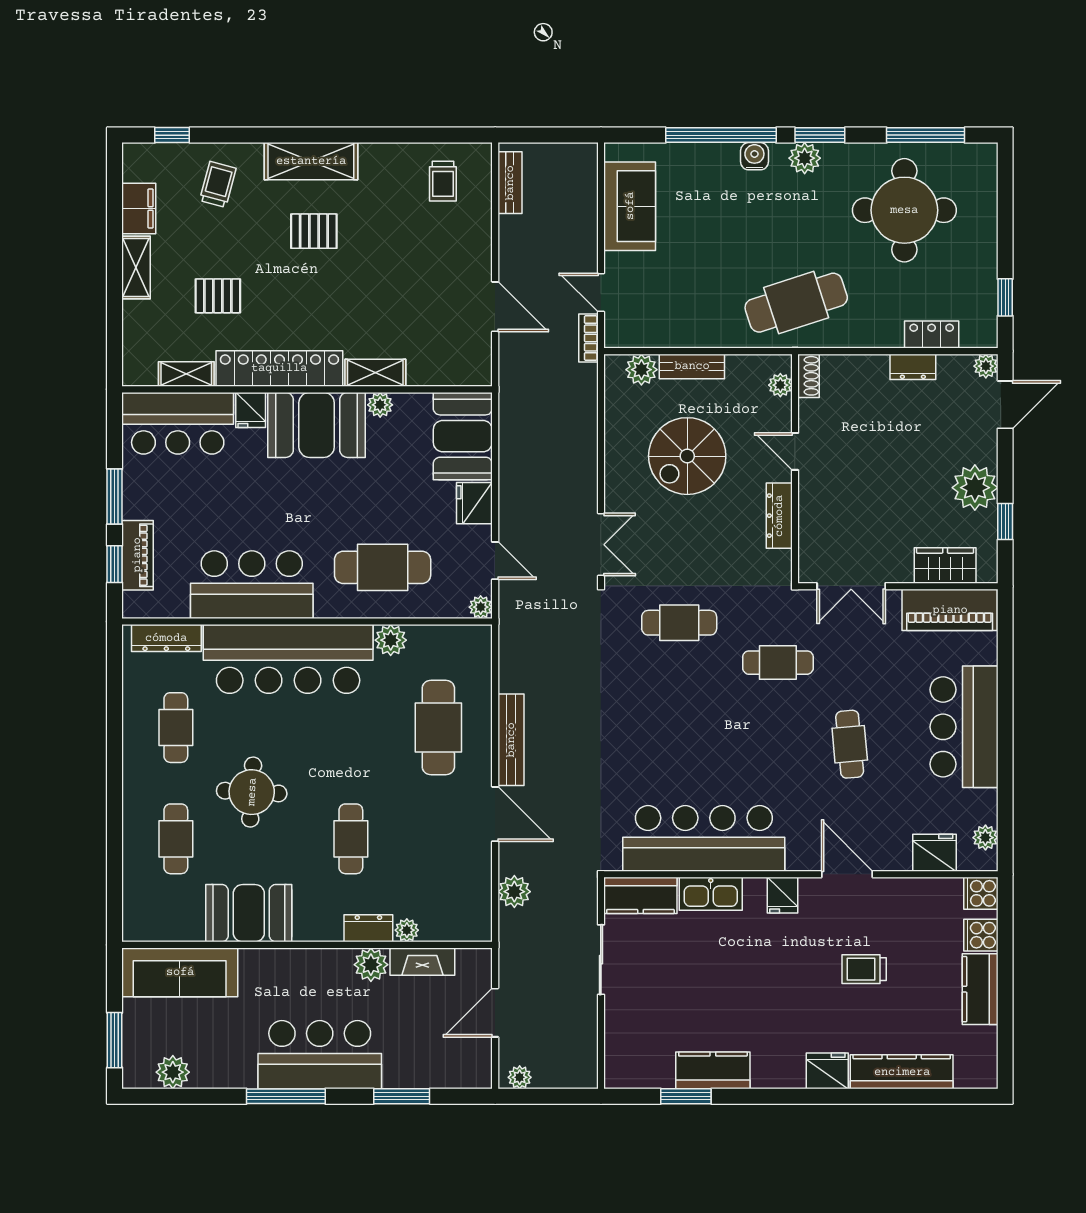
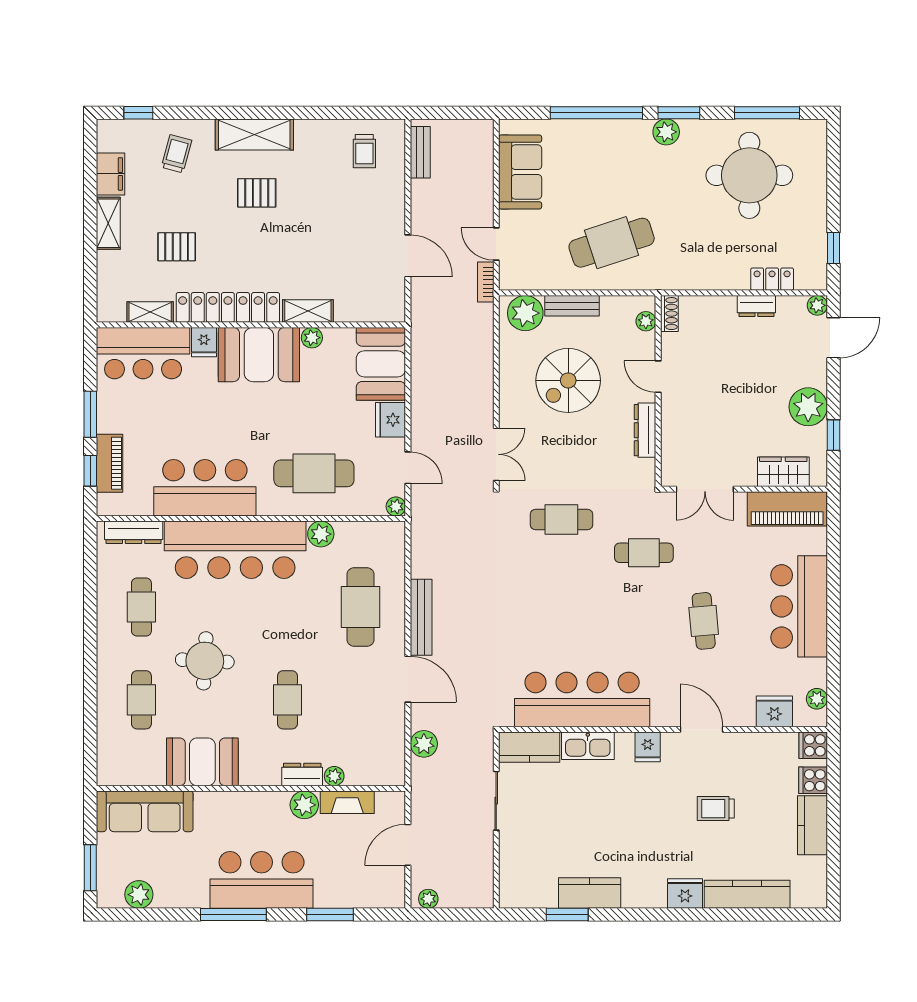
water cooler: (754, 156) -> (624, 130), removed
cafe table: (796, 303) -> (612, 243), moved
plant: (641, 370) -> (525, 313), width x1.36, depth x1.36

